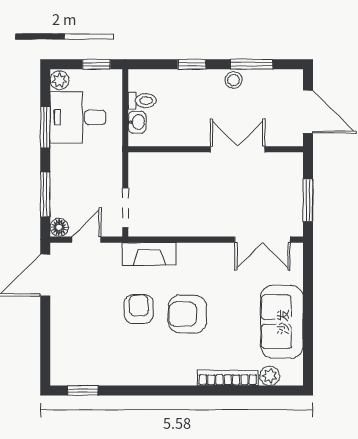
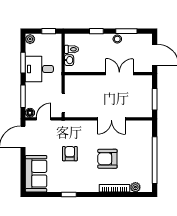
desk: (78, 117) -> (39, 69), moved
double door: (262, 240) -> (111, 119), moved
fireplace: (149, 254) -> (75, 126), removed
armchair: (187, 314) -> (107, 159), moved
sofa: (282, 322) -> (36, 174), moved, turned 180
window: (308, 322) -> (155, 160), added
window: (83, 390) -> (69, 195), moved

